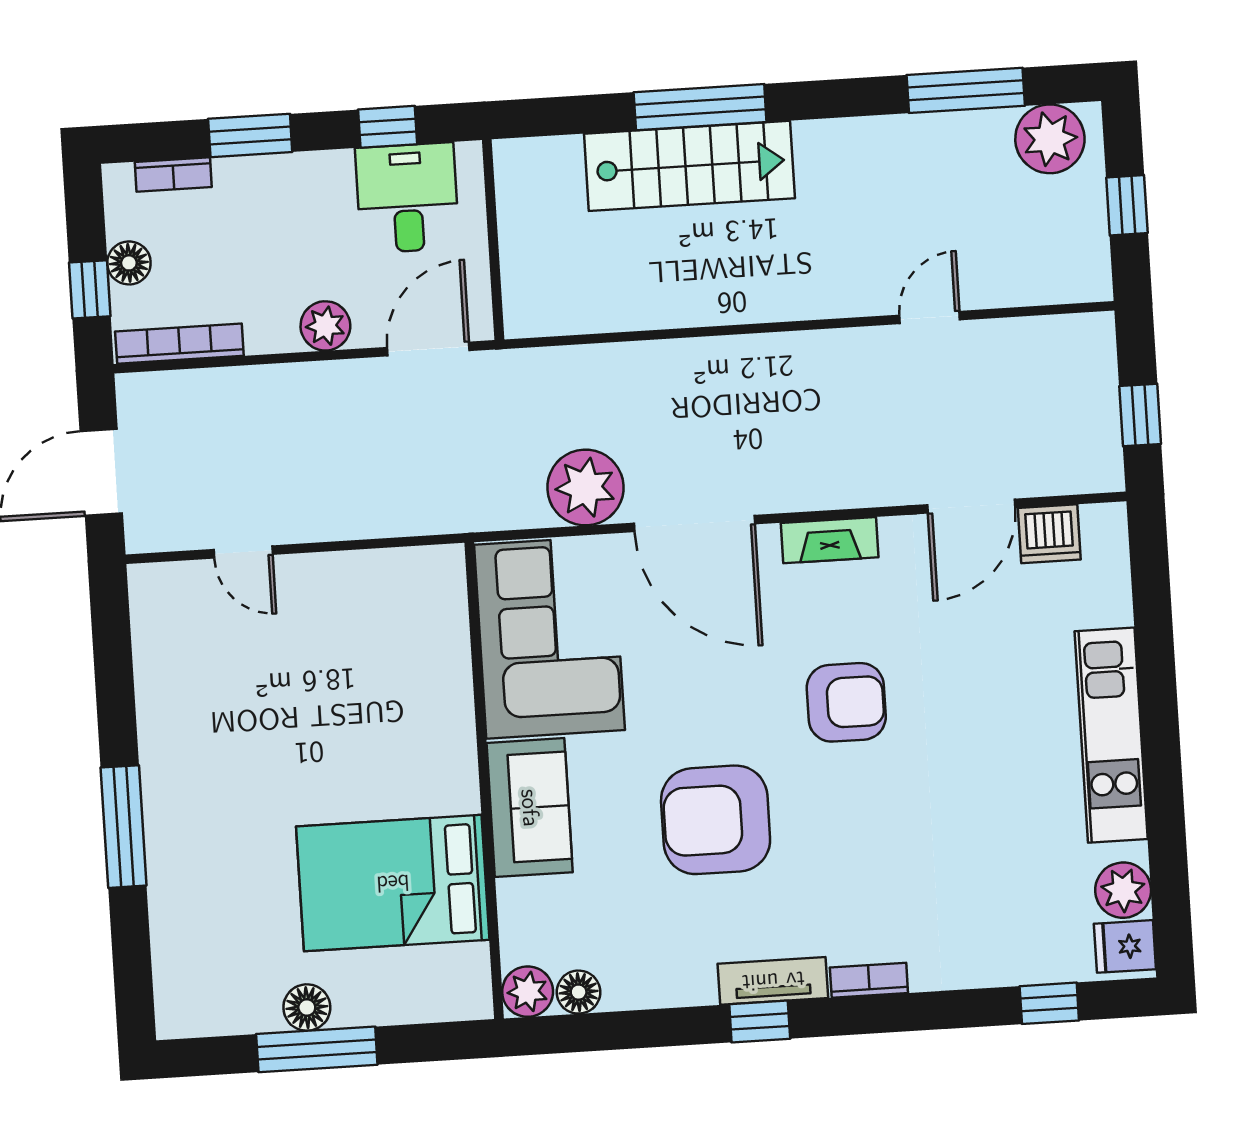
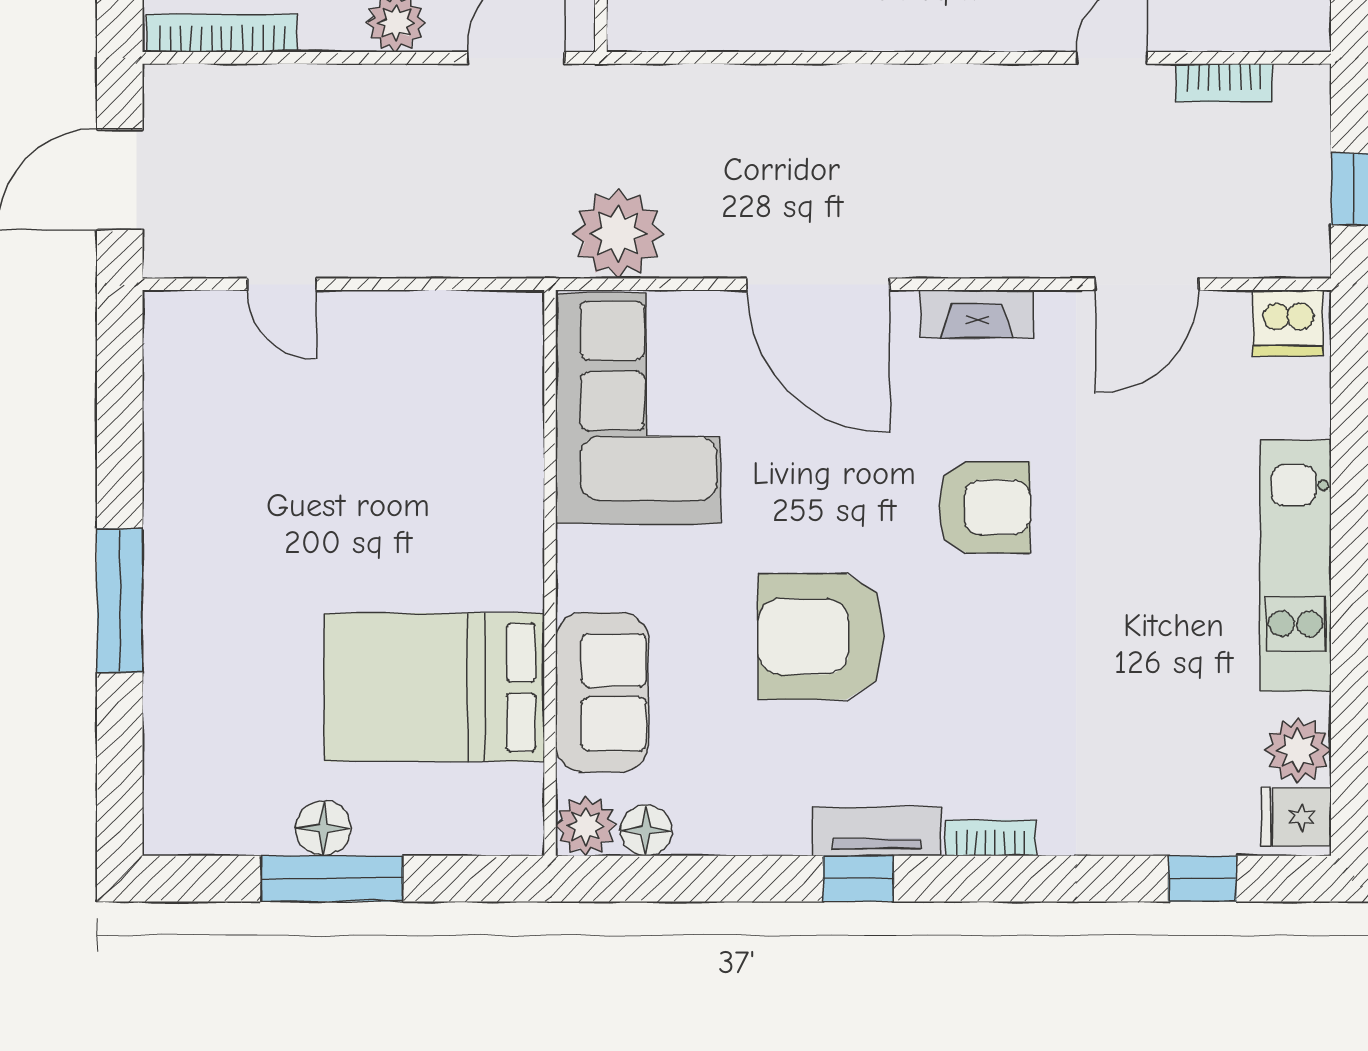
bookcase: (1026, 332) -> (1224, 83), added
plant: (585, 488) -> (618, 234), moved
dishwasher: (1049, 534) -> (1288, 323), moved
sofa: (530, 808) -> (602, 692), moved

